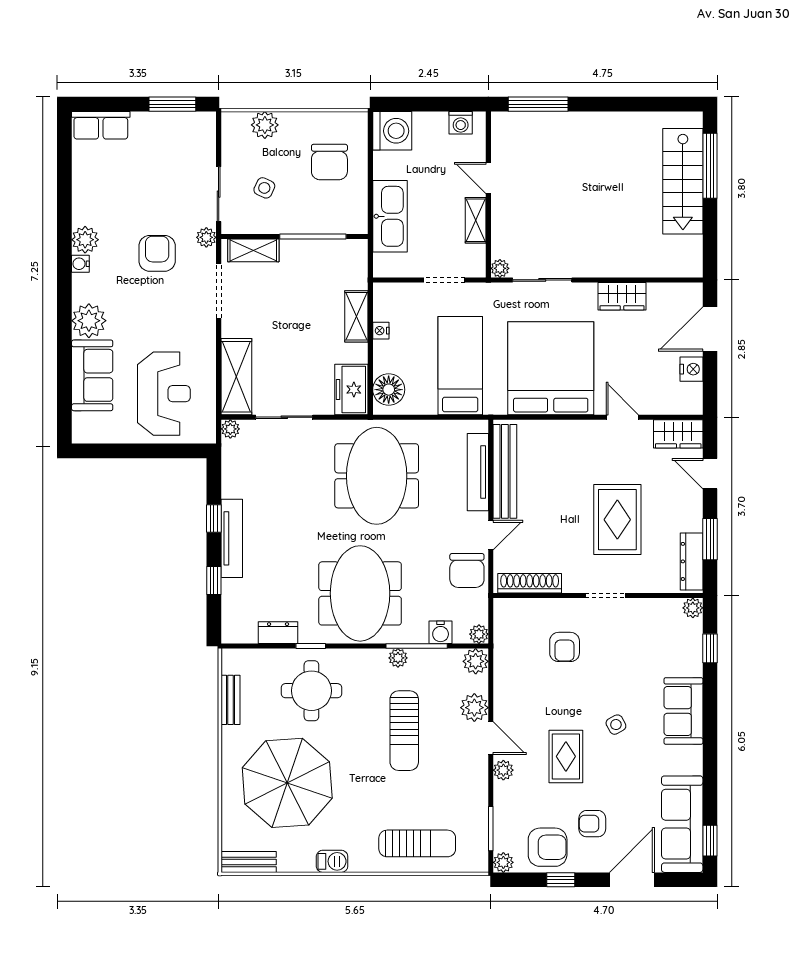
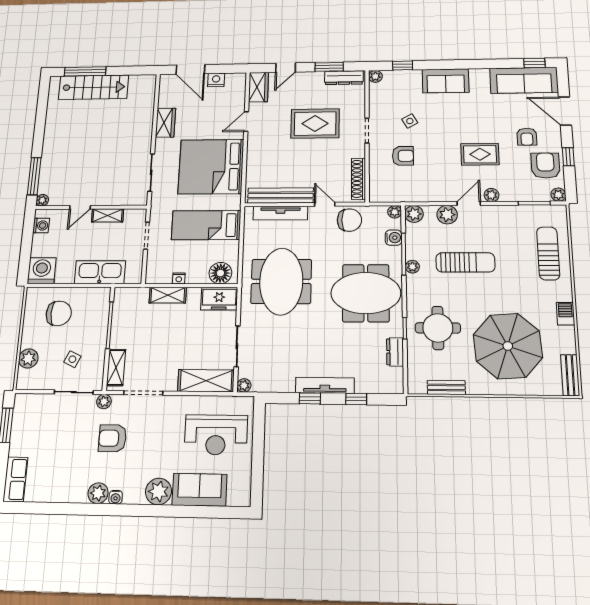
plant: (500, 268) -> (42, 200), moved
reception desk: (164, 394) -> (216, 435), turned 180
meeting table: (377, 476) -> (281, 281), turned 90
side table: (616, 725) -> (410, 121), moved

